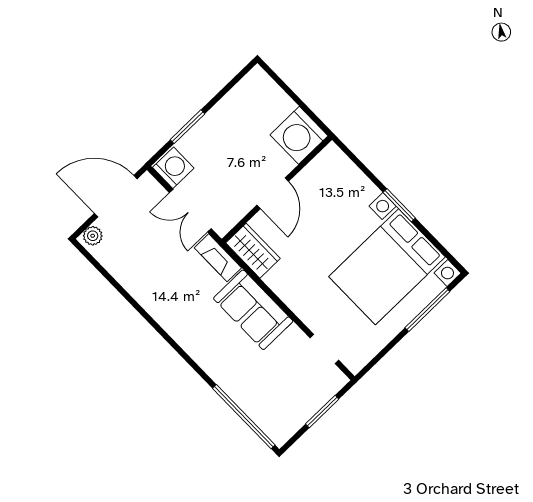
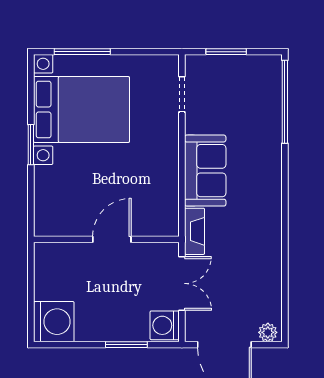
washing machine: (299, 135) -> (54, 322), moved
wardrobe: (253, 251) -> (165, 212), removed

